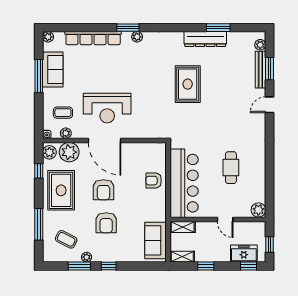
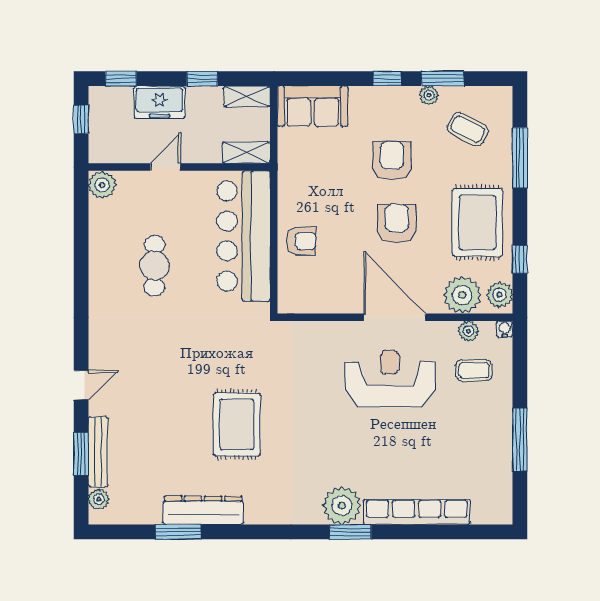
plant: (48, 37) -> (502, 514), removed
plant: (137, 37) -> (342, 506), width x1.88, depth x1.88
sofa: (53, 69) -> (493, 452), removed
door: (225, 219) -> (165, 167), hinge flipped
sofa: (156, 240) -> (313, 106), moved, turned 90
freezer: (244, 254) -> (159, 102), moved

